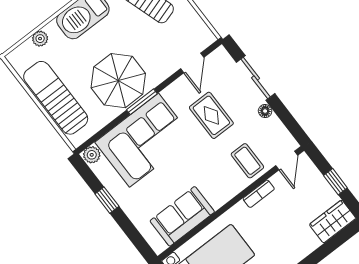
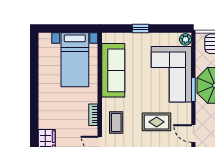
coffee table: (247, 161) -> (116, 123), turned 90
window: (107, 200) -> (140, 29), moved
sofa: (182, 216) -> (113, 70), width x1.36

